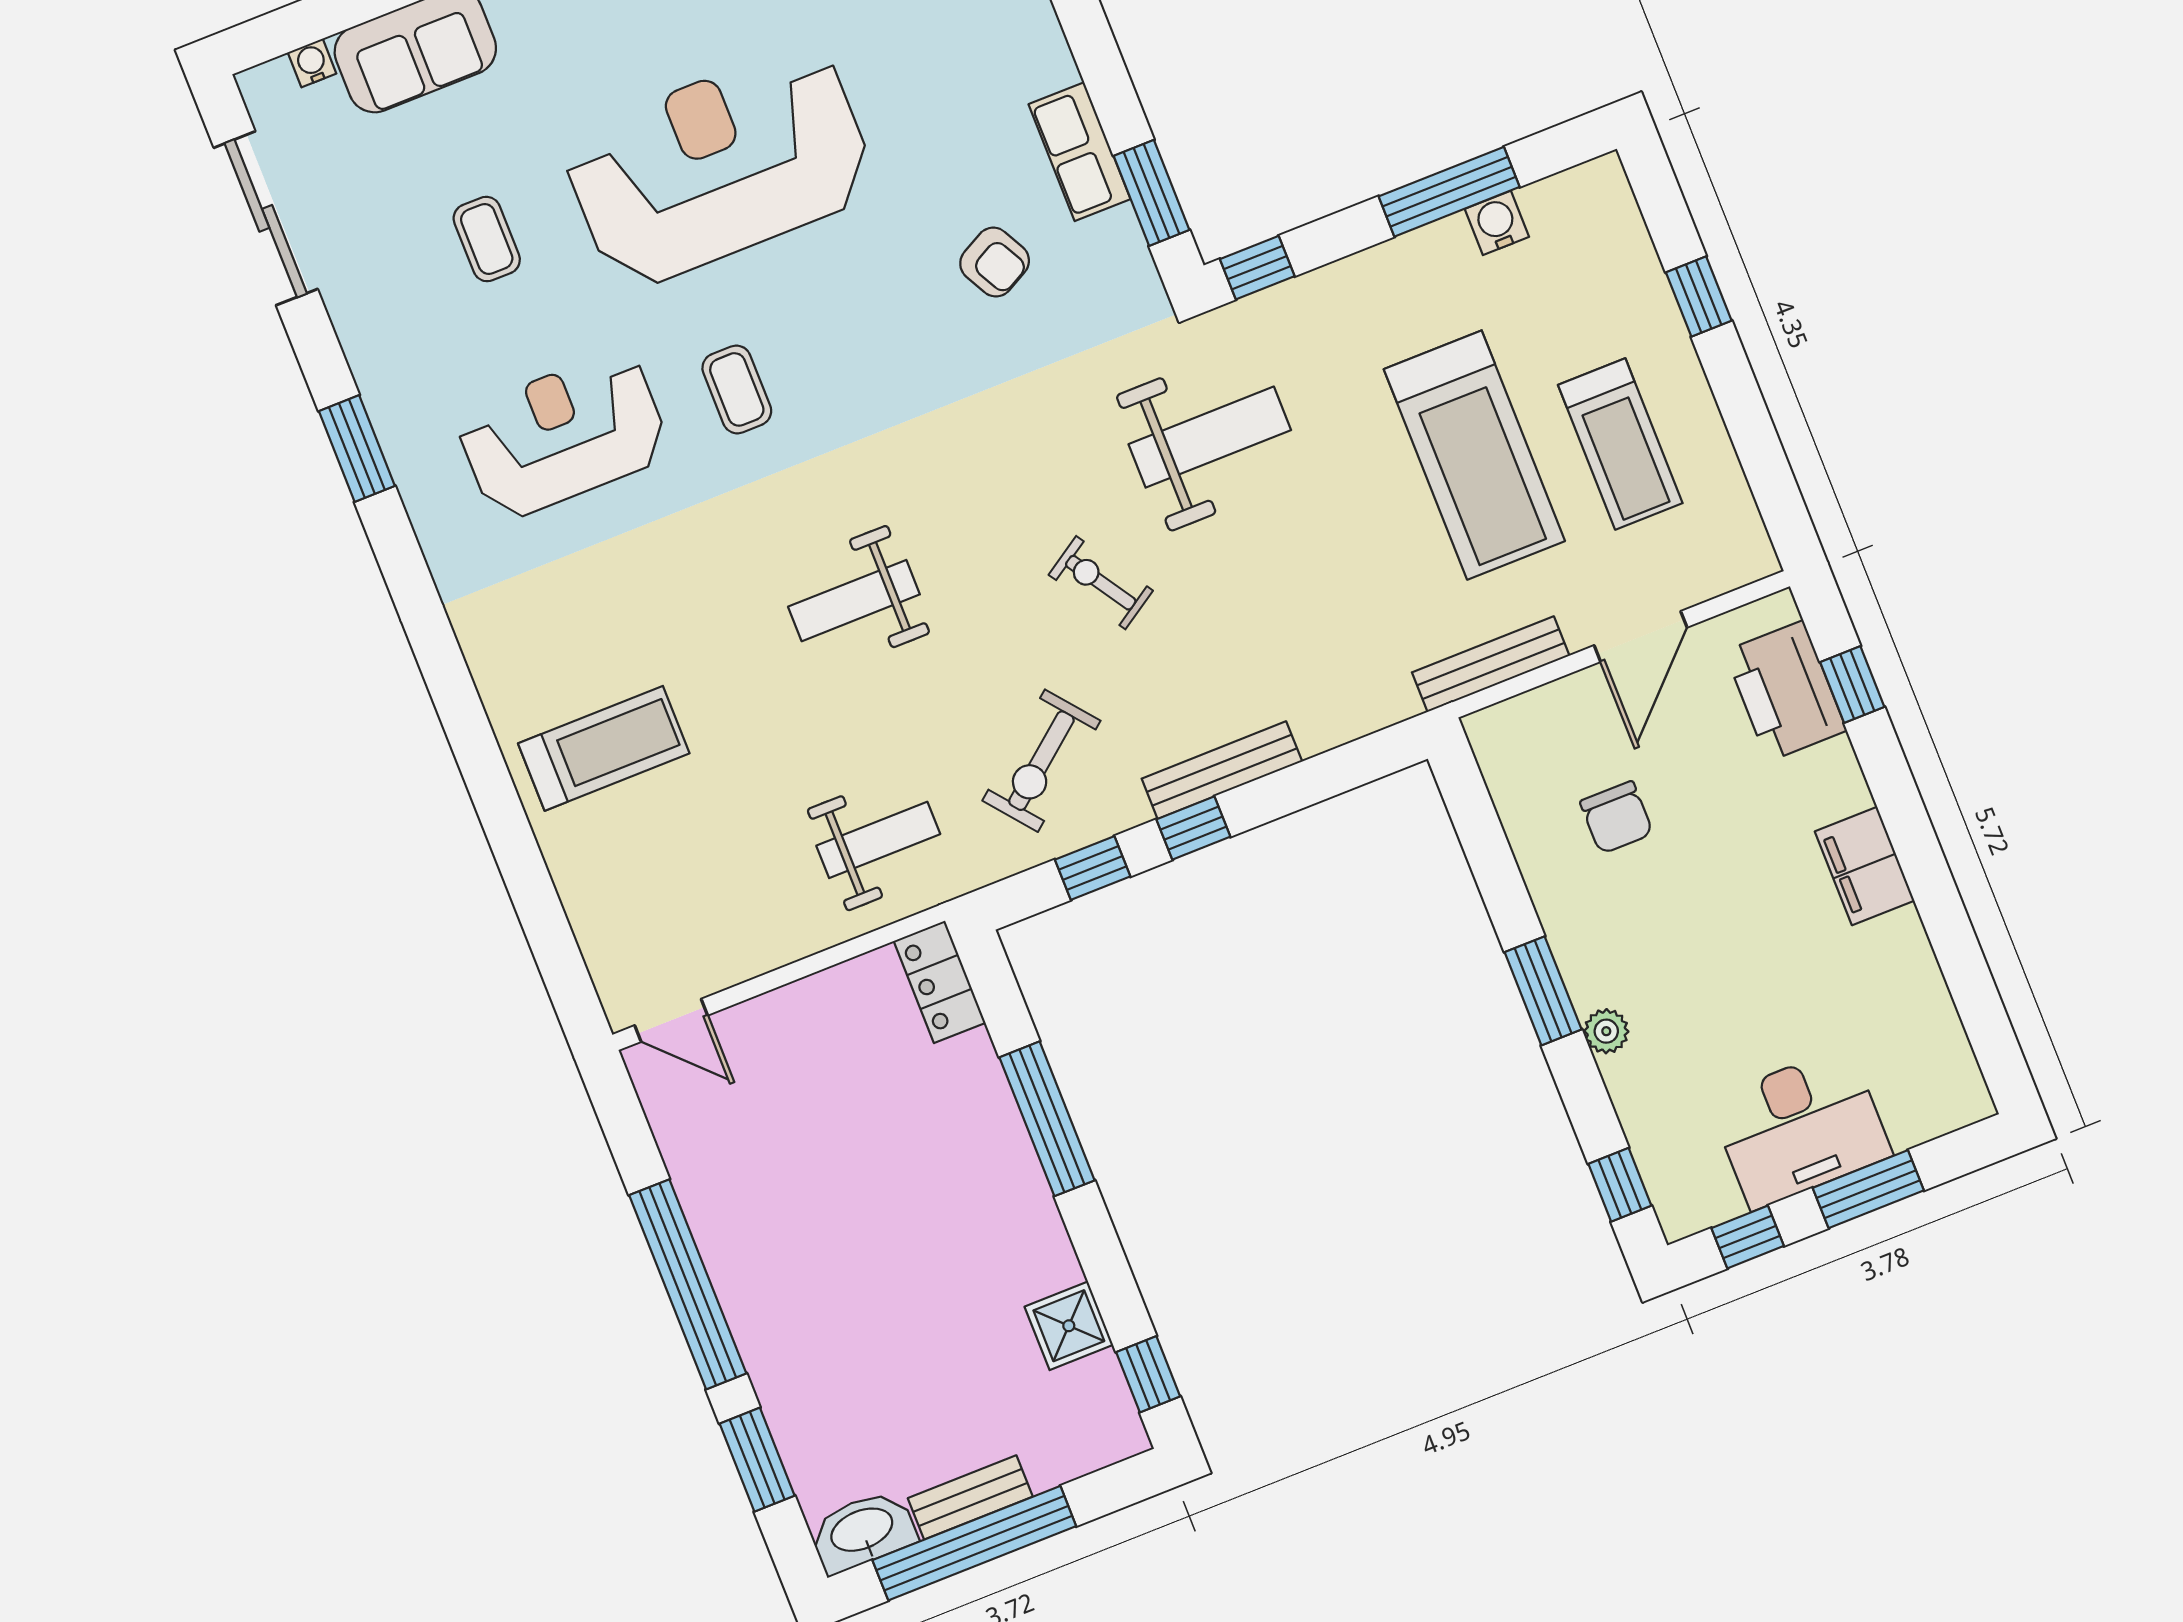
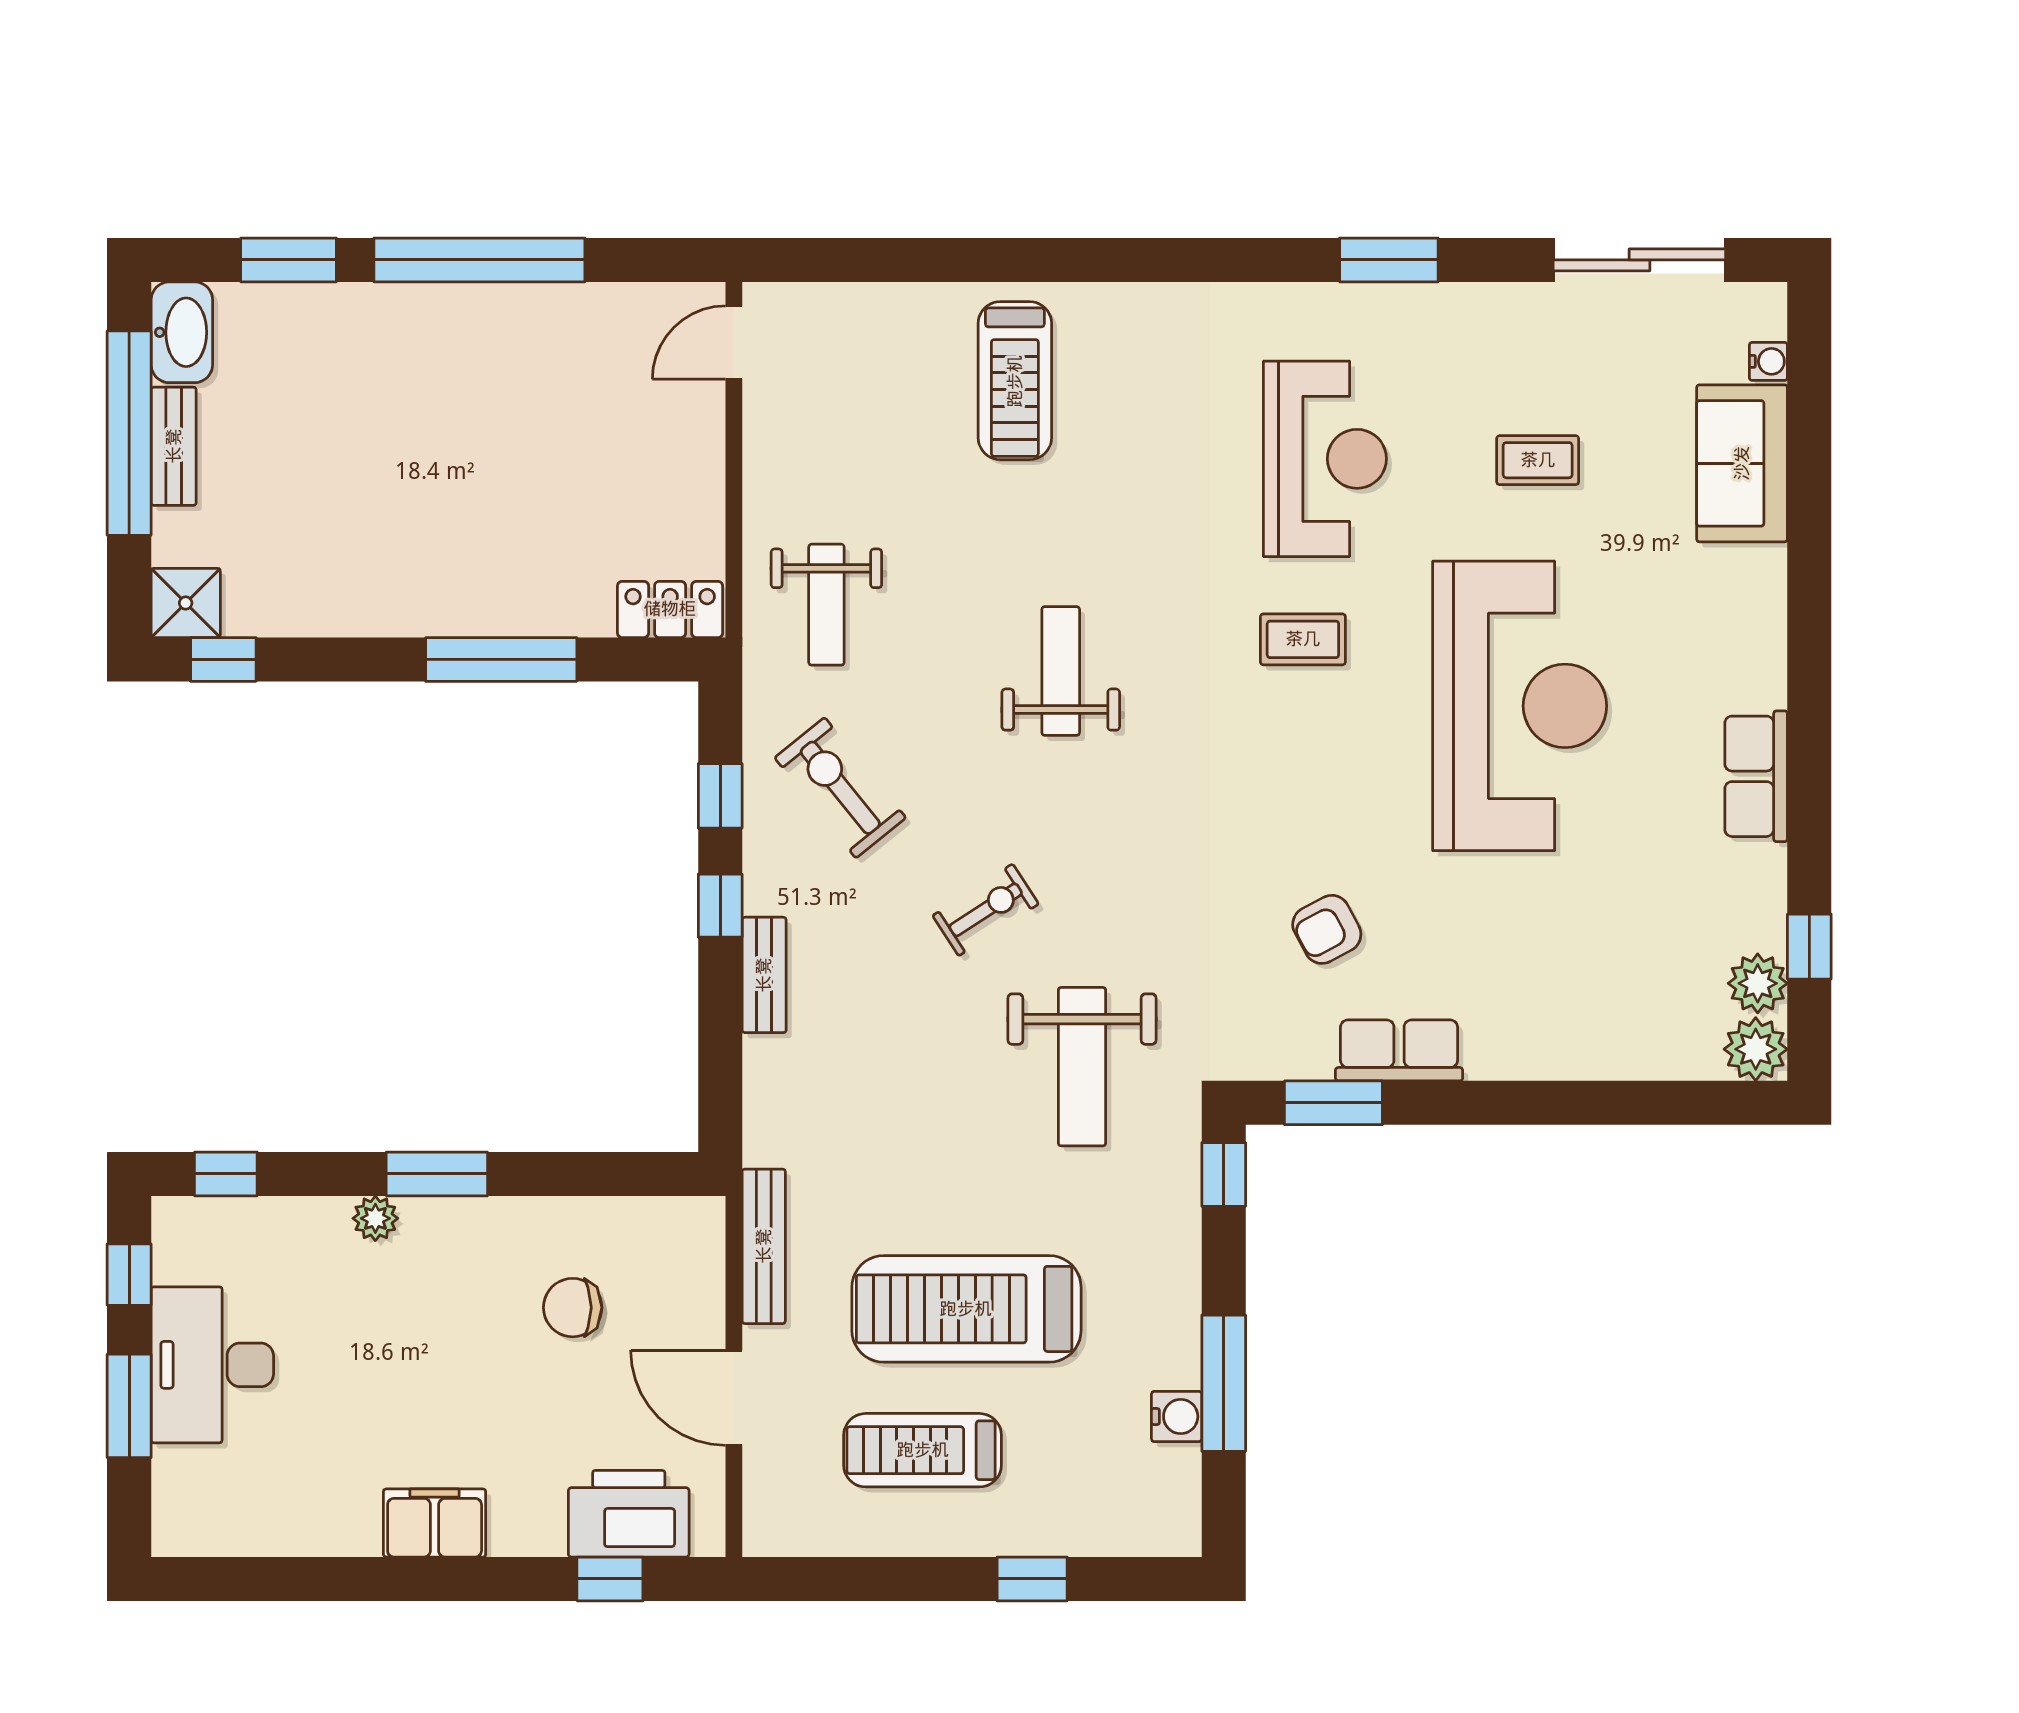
bench: (1222, 770) -> (764, 975), width x0.73
shower: (1069, 1326) -> (186, 603), moved

